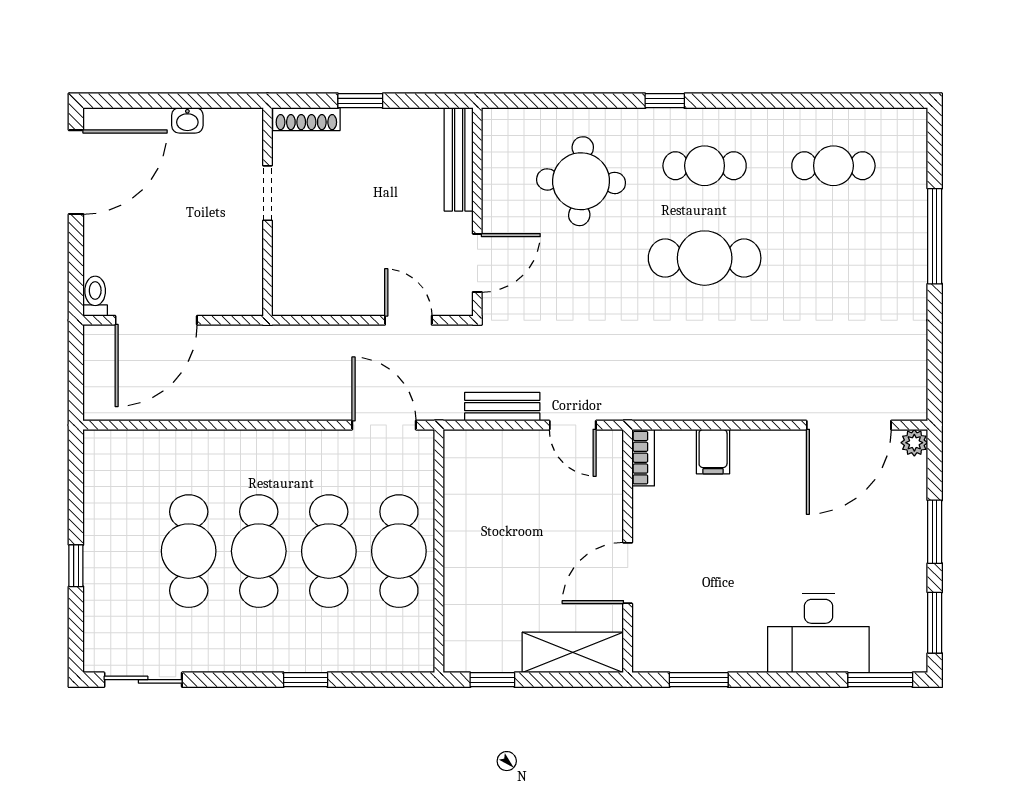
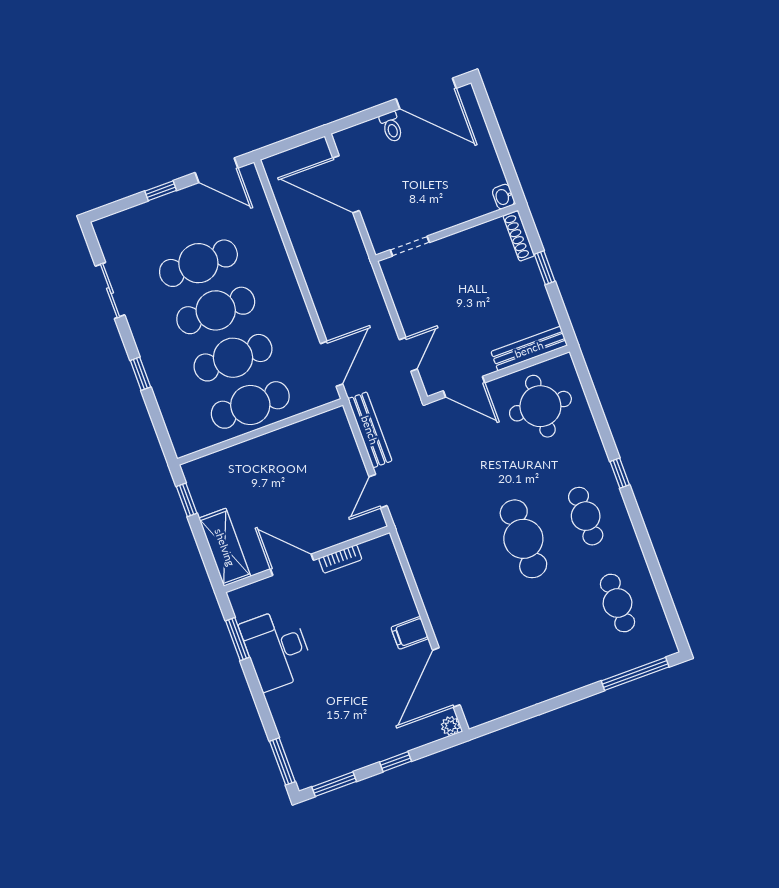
washbasin: (187, 120) -> (503, 197), moved
round table: (581, 181) -> (540, 406), moved
doorway: (267, 193) -> (410, 246), moved
window: (935, 236) -> (635, 674), moved
toilet: (95, 296) -> (391, 127), moved, turned 90
bench: (502, 407) -> (370, 430), width x1.36
door: (849, 425) -> (446, 677), hinge flipped
filing cabinet: (713, 452) -> (410, 633), moved
bookcase: (643, 458) -> (340, 559), moved
door: (76, 483) -> (217, 170), added
window: (935, 532) -> (396, 762), width x0.67
desk: (818, 633) -> (277, 649), moved
sliding door: (143, 680) -> (110, 291), moved

